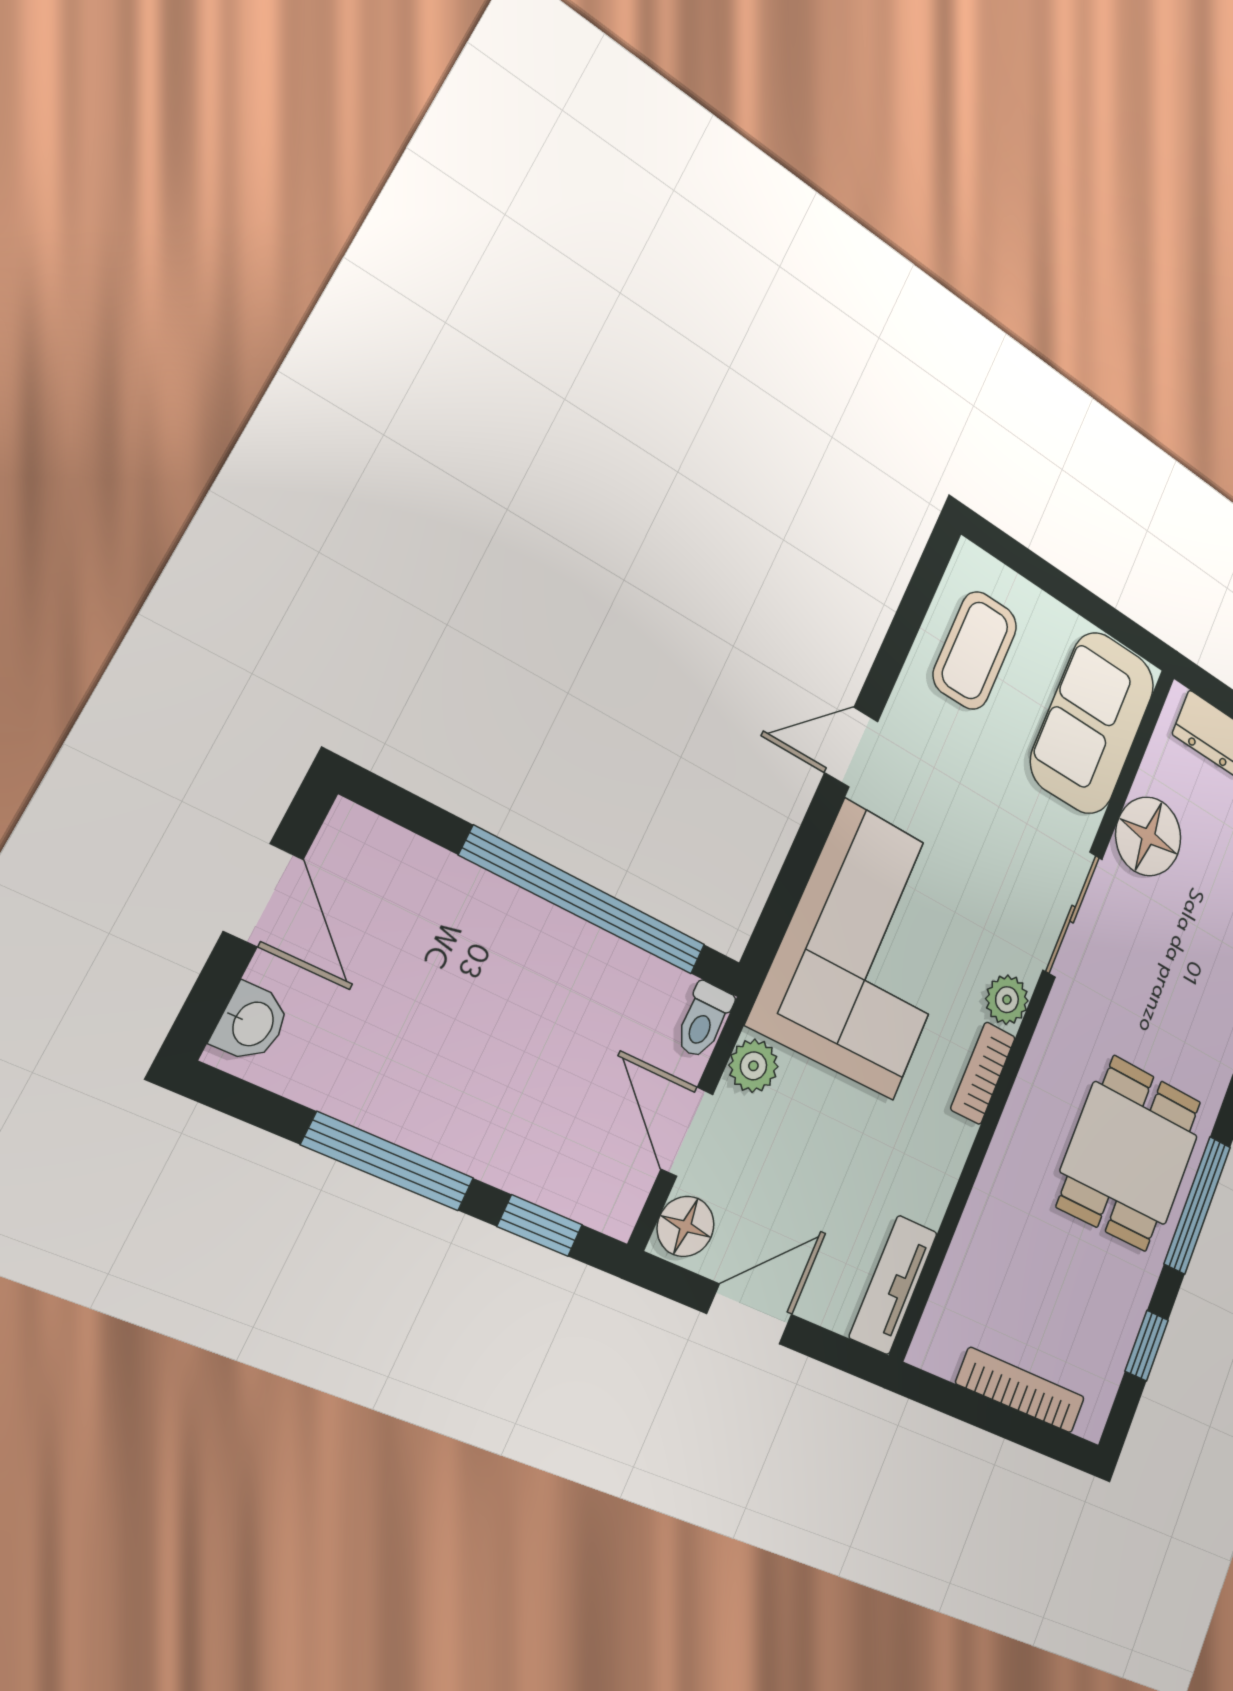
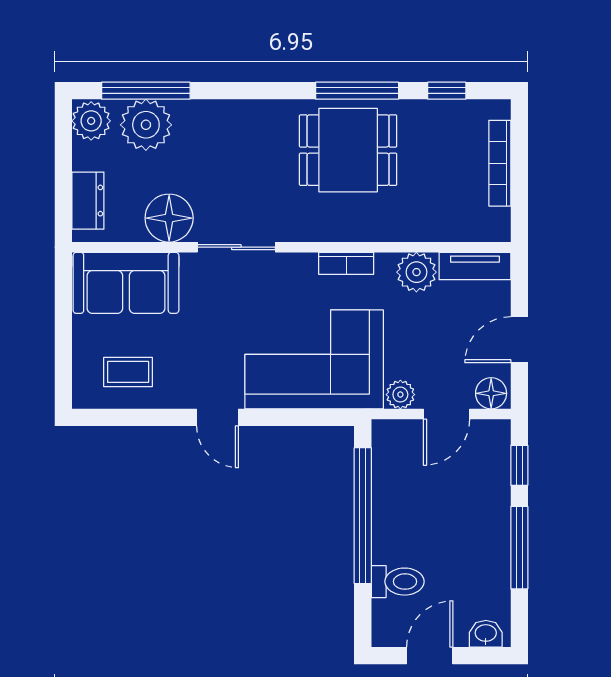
coffee table: (975, 650) -> (128, 372), width x0.73, depth x0.77
plant: (1007, 1000) -> (416, 272), moved, width x1.38, depth x1.38
toilet: (704, 1020) -> (398, 582), moved, width x1.37, depth x1.39
door: (750, 1314) -> (519, 340), hinge flipped

